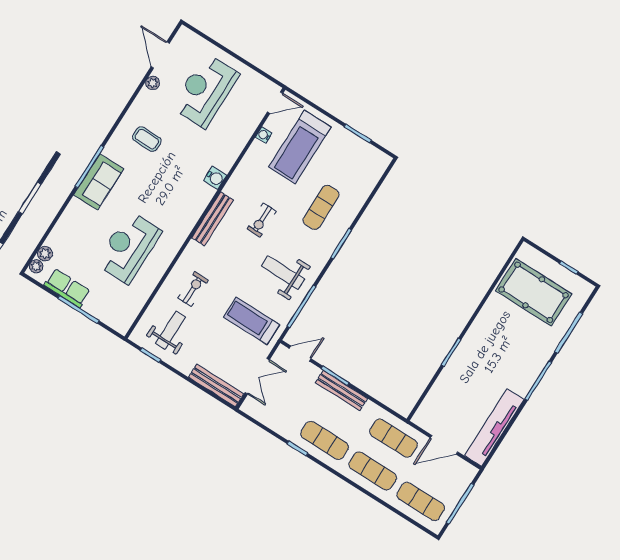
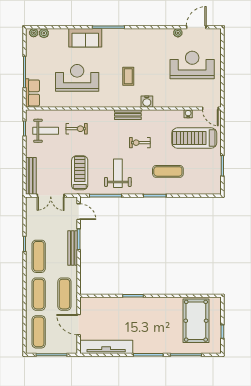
coffee table: (147, 139) -> (128, 76), moved
sofa: (99, 182) -> (85, 38), moved
bench: (213, 219) -> (128, 115), width x0.73
row of seats: (67, 288) -> (32, 93), moved

